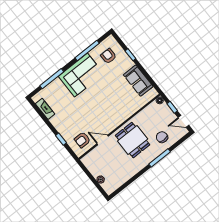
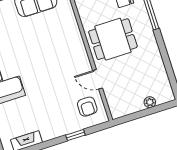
door: (103, 140) -> (98, 79), hinge flipped

